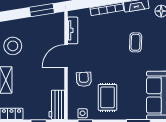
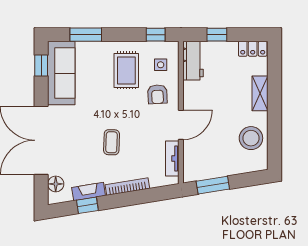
coffee table: (136, 42) -> (112, 142), moved
side table: (83, 113) -> (161, 65), moved

